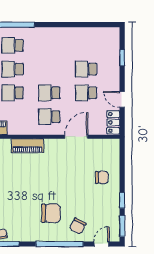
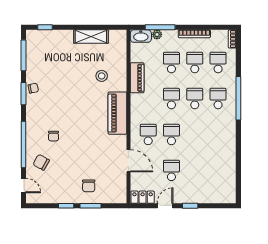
window: (122, 58) -> (190, 206), moved
school desk: (86, 69) -> (195, 170), removed
piano: (27, 146) -> (117, 113), width x1.37, depth x1.33
chair: (51, 213) -> (54, 136), width x0.54, depth x0.54
window: (122, 226) -> (90, 206), moved

